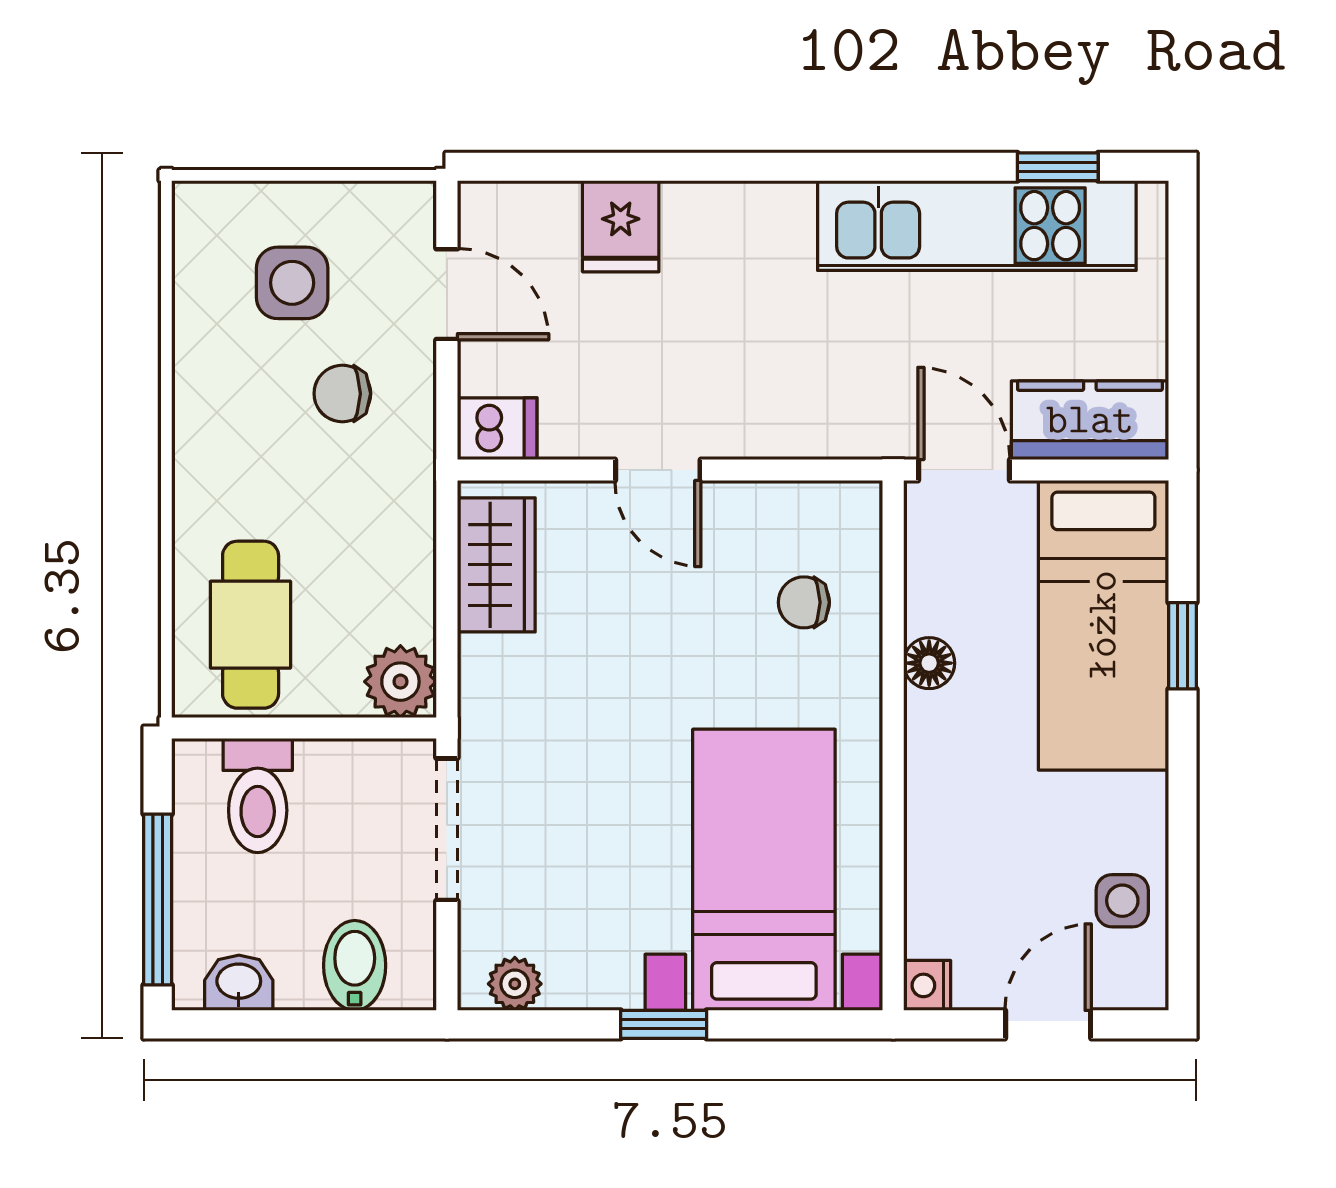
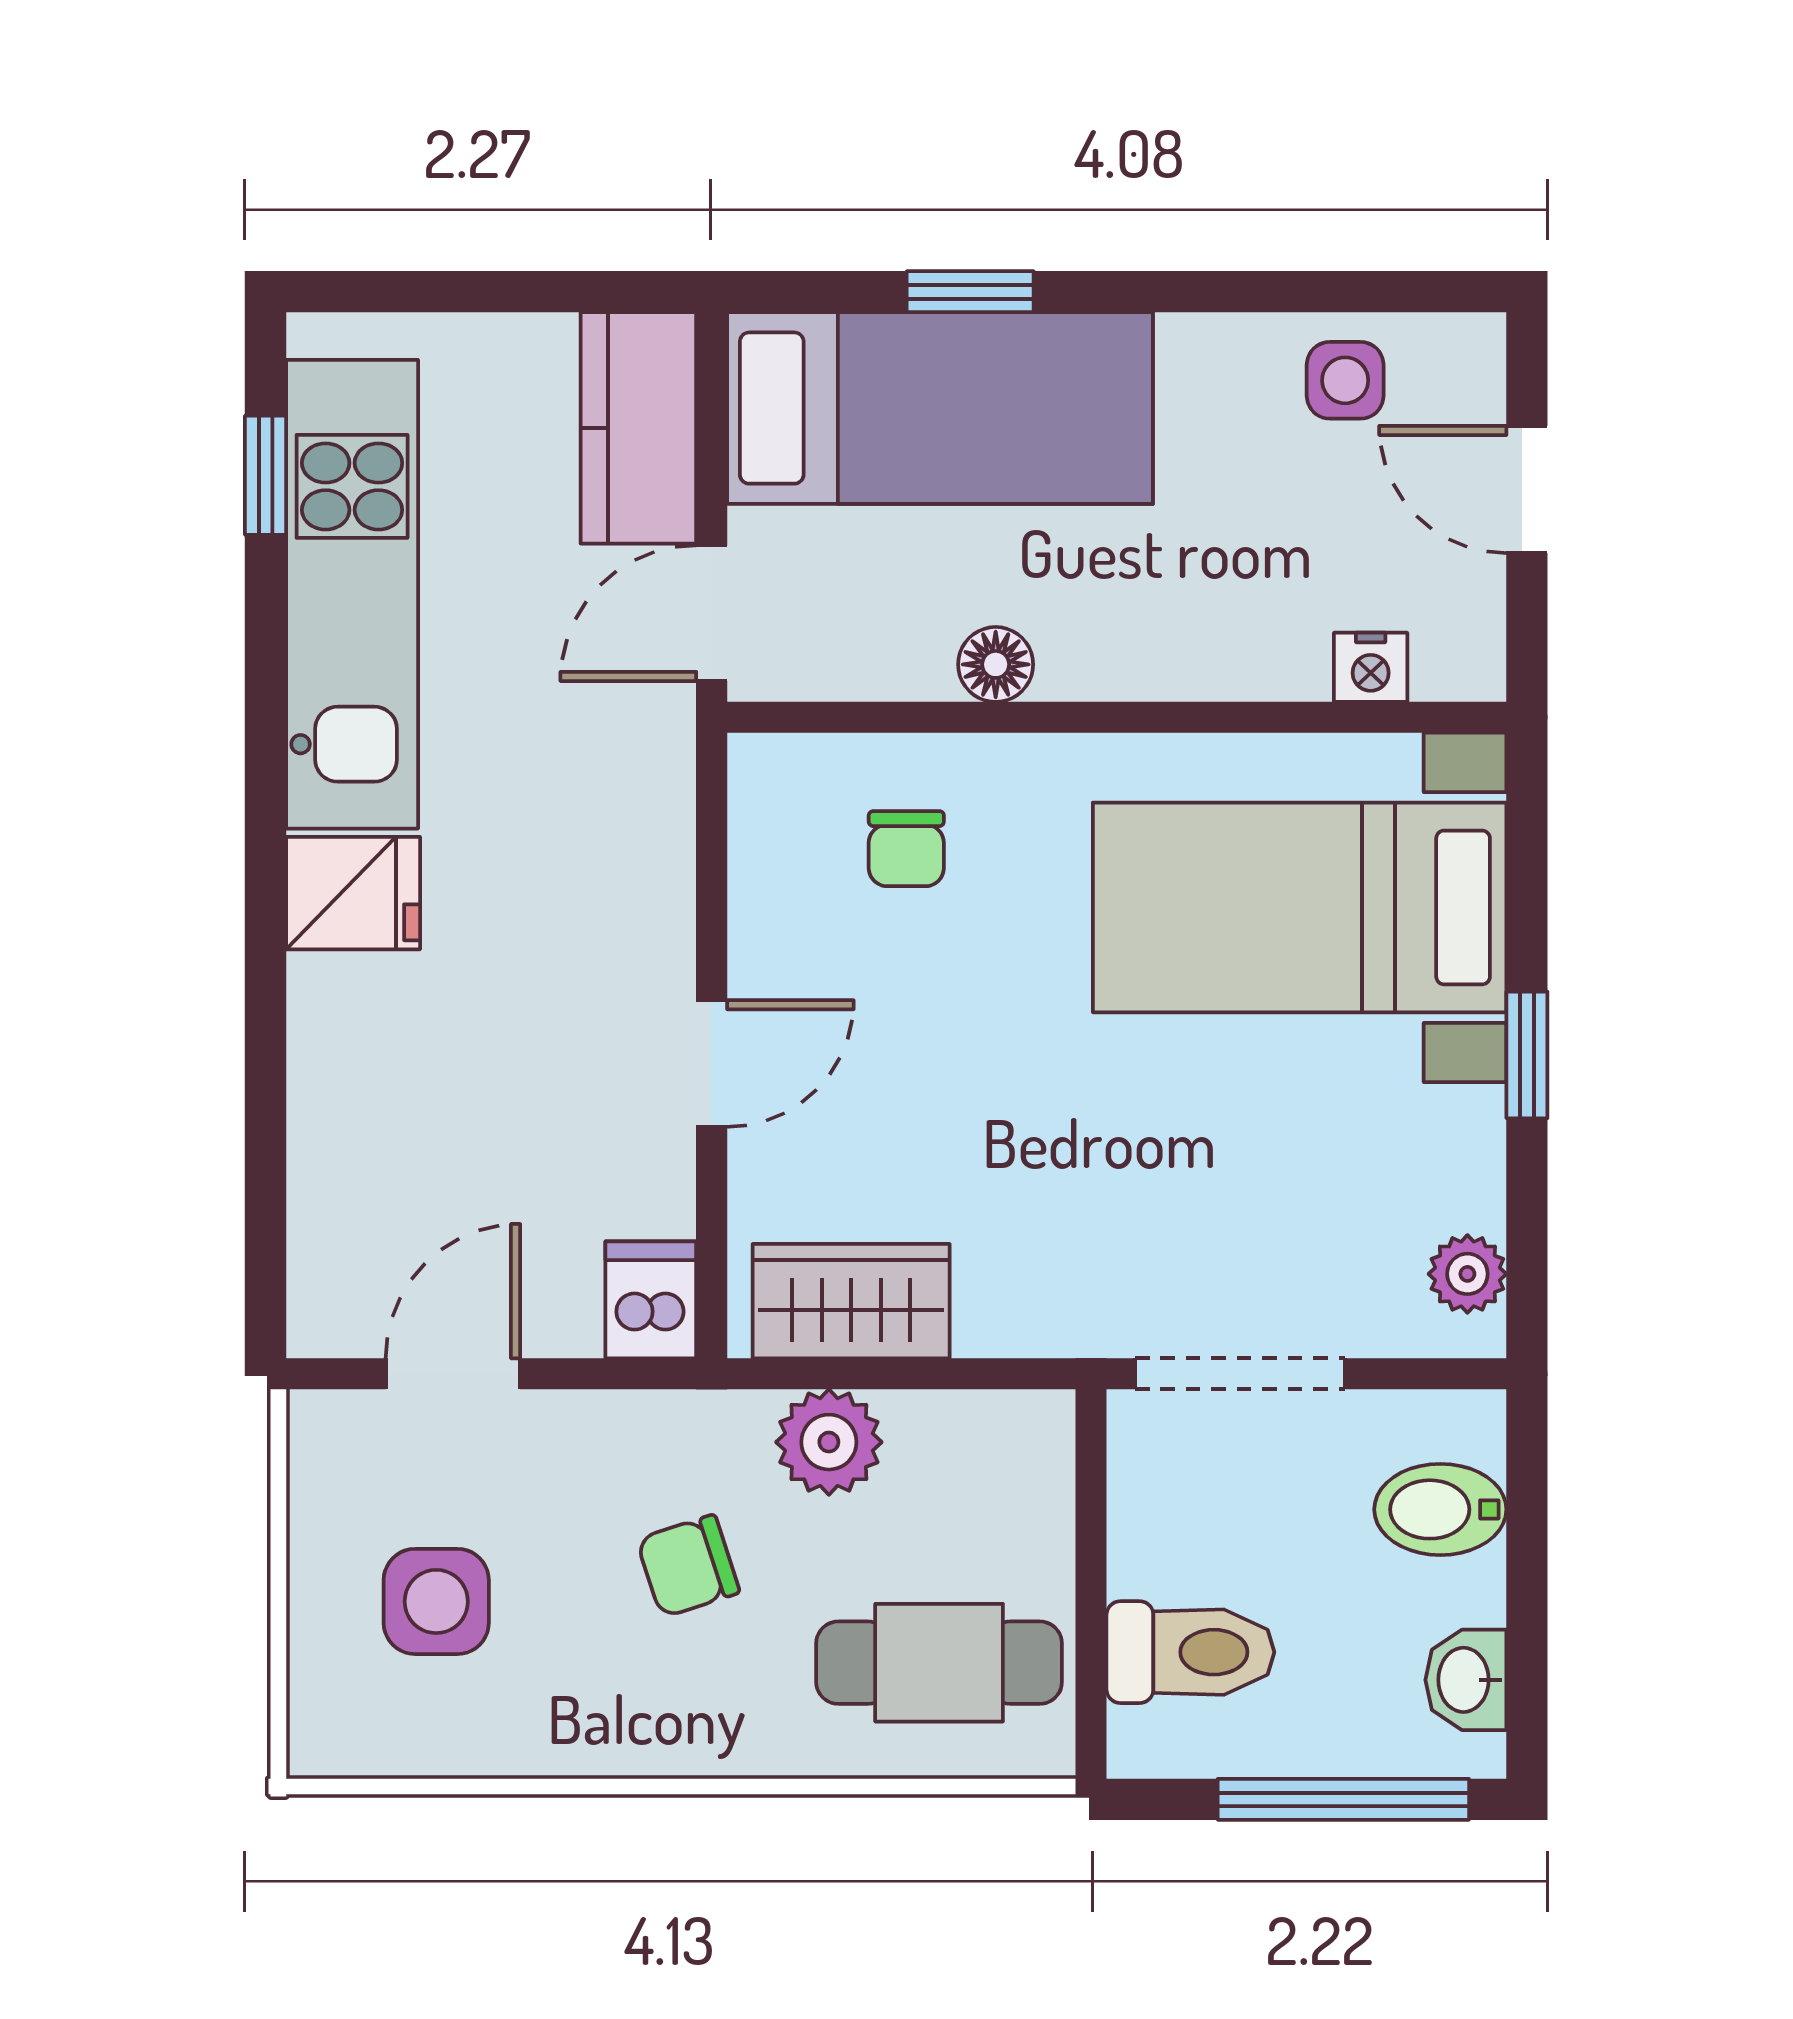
fridge: (621, 226) -> (353, 893), moved
chair: (342, 394) -> (688, 1566), moved, turned 72
plant: (400, 682) -> (829, 1442), moved
nightstand: (927, 985) -> (1371, 667), moved

